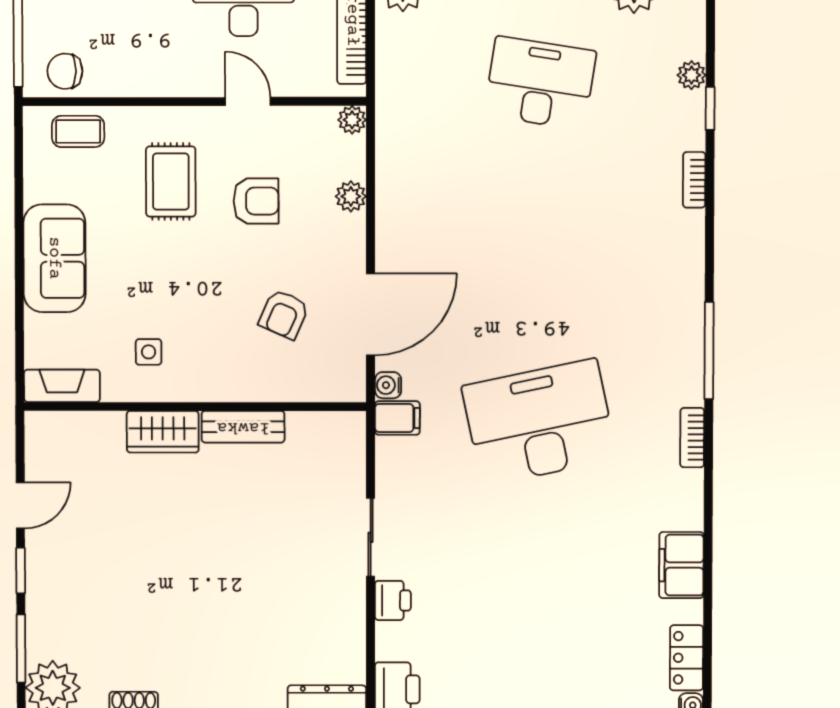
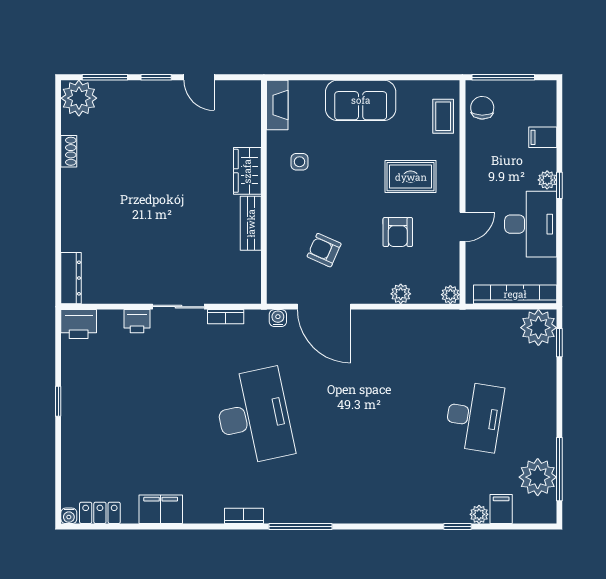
bookcase: (694, 180) -> (226, 317), moved, turned 180
filing cabinet: (397, 418) -> (501, 509), moved, turned 180

